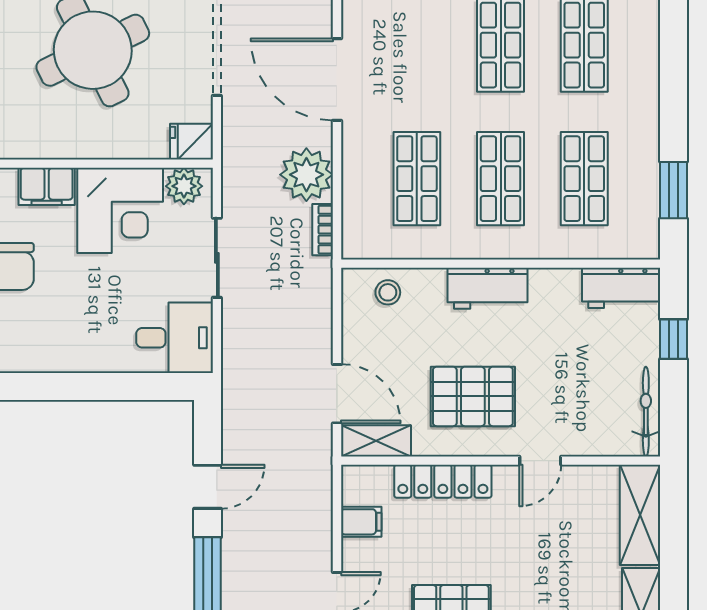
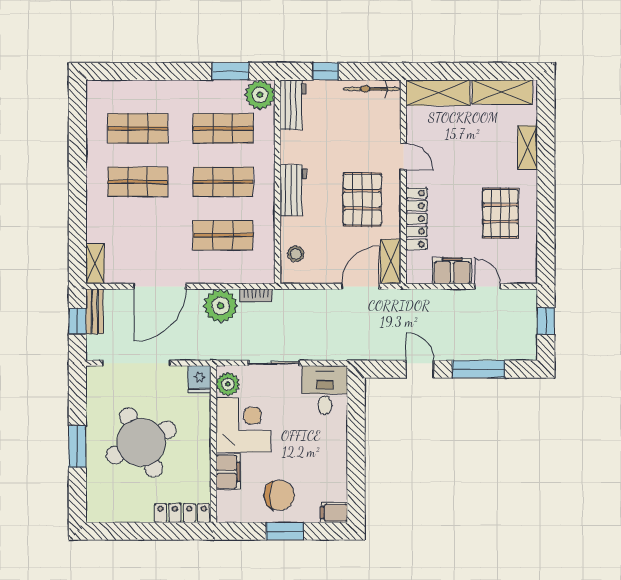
plant: (637, 236) -> (260, 95), added
filing cabinet: (361, 522) -> (452, 271), width x2.00

